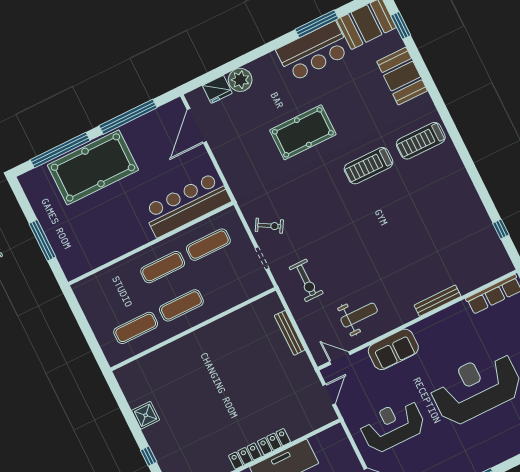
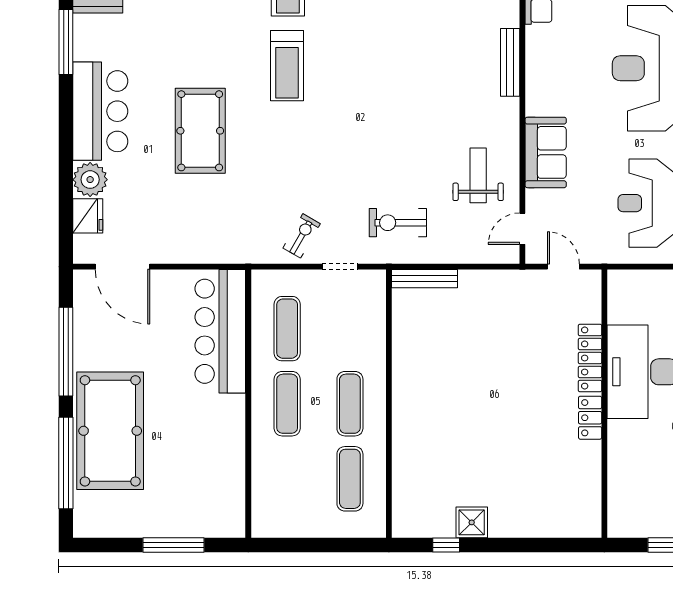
bar counter: (313, 52) -> (100, 111), moved
exercise bike: (306, 280) -> (398, 223), turned 180
bench: (290, 333) -> (424, 279), moved
locker: (274, 442) -> (590, 358), width x1.53
window: (149, 456) -> (446, 545), moved

